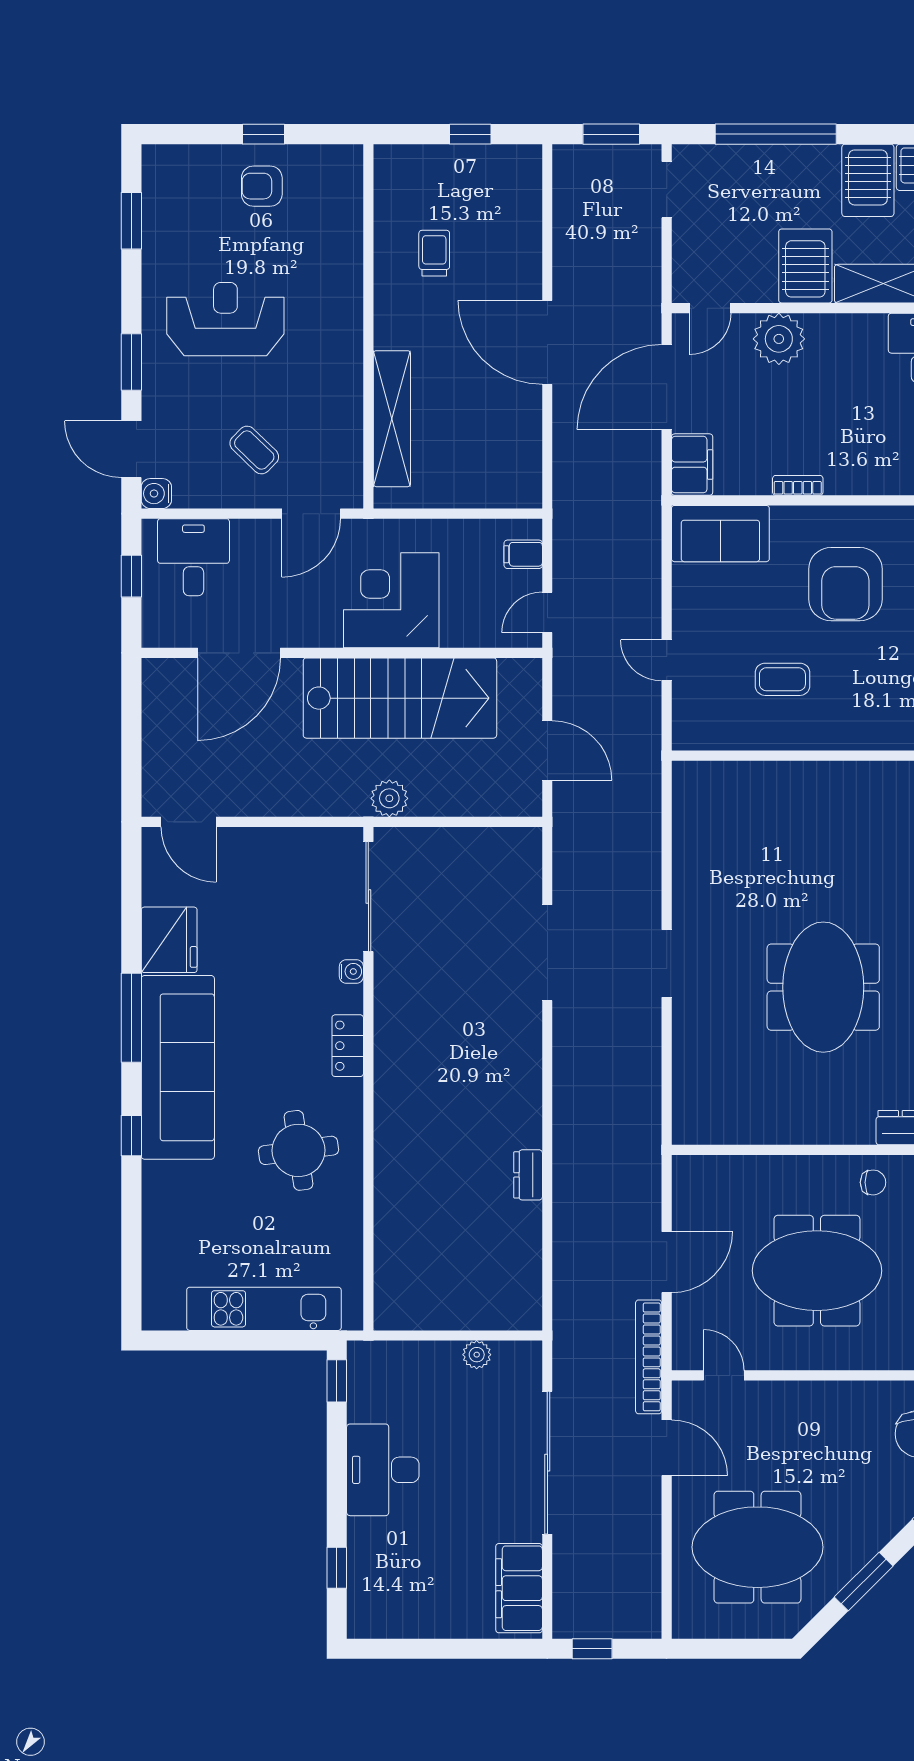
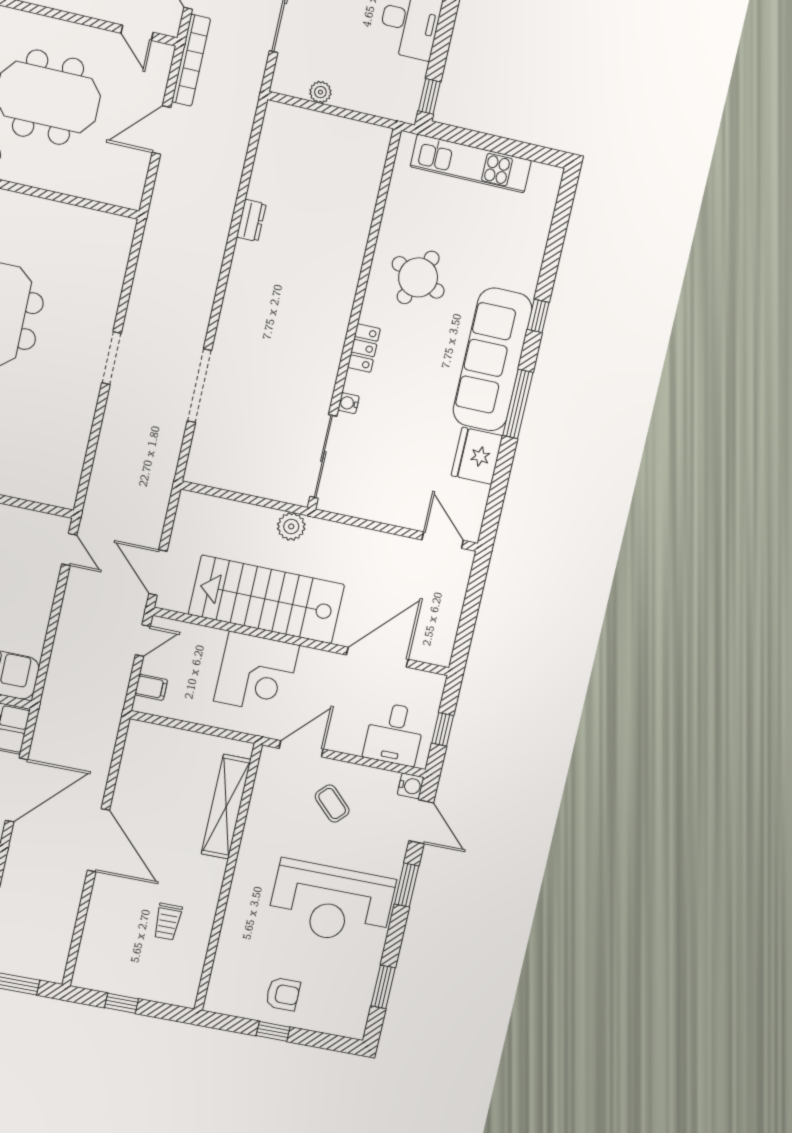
reception desk: (225, 319) -> (331, 903), width x1.36, depth x1.30
door: (667, 660) -> (69, 549), moved
door: (547, 750) -> (158, 573), moved
round table: (298, 1150) -> (418, 277), turned 31

